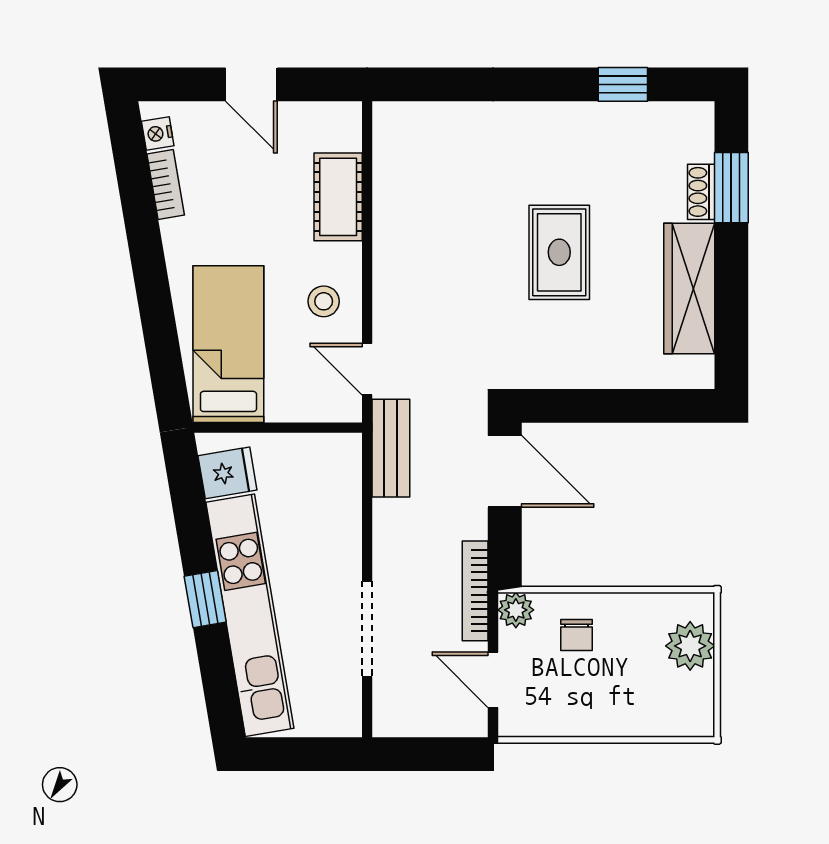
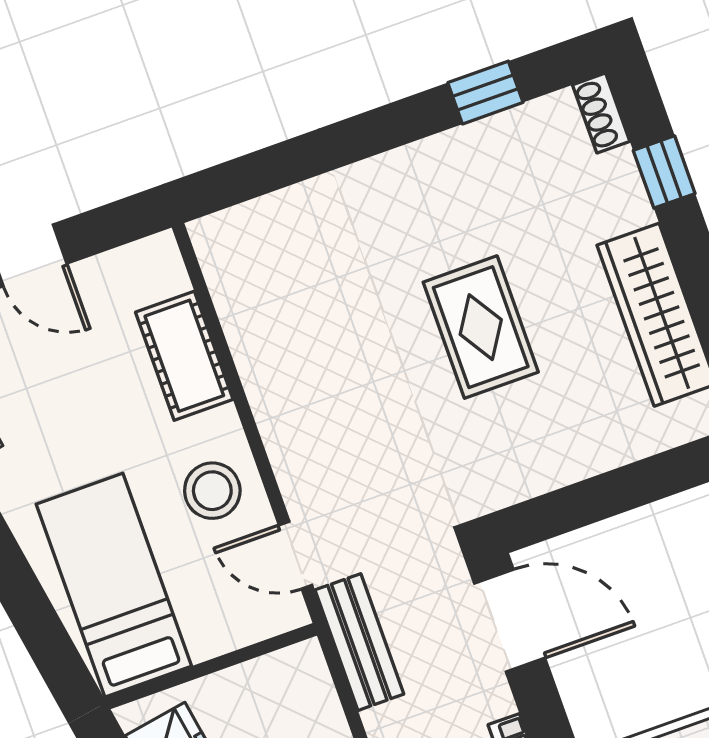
window: (731, 188) -> (664, 172), width x0.67
shoe rack: (701, 192) -> (601, 113), moved
stool: (324, 301) -> (212, 491), width x1.37, depth x1.37

